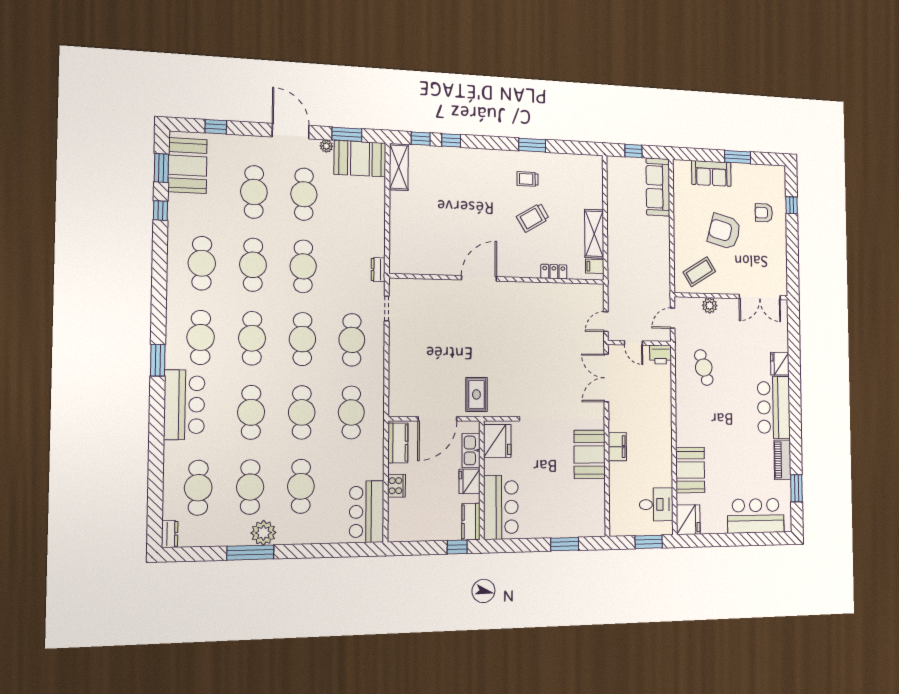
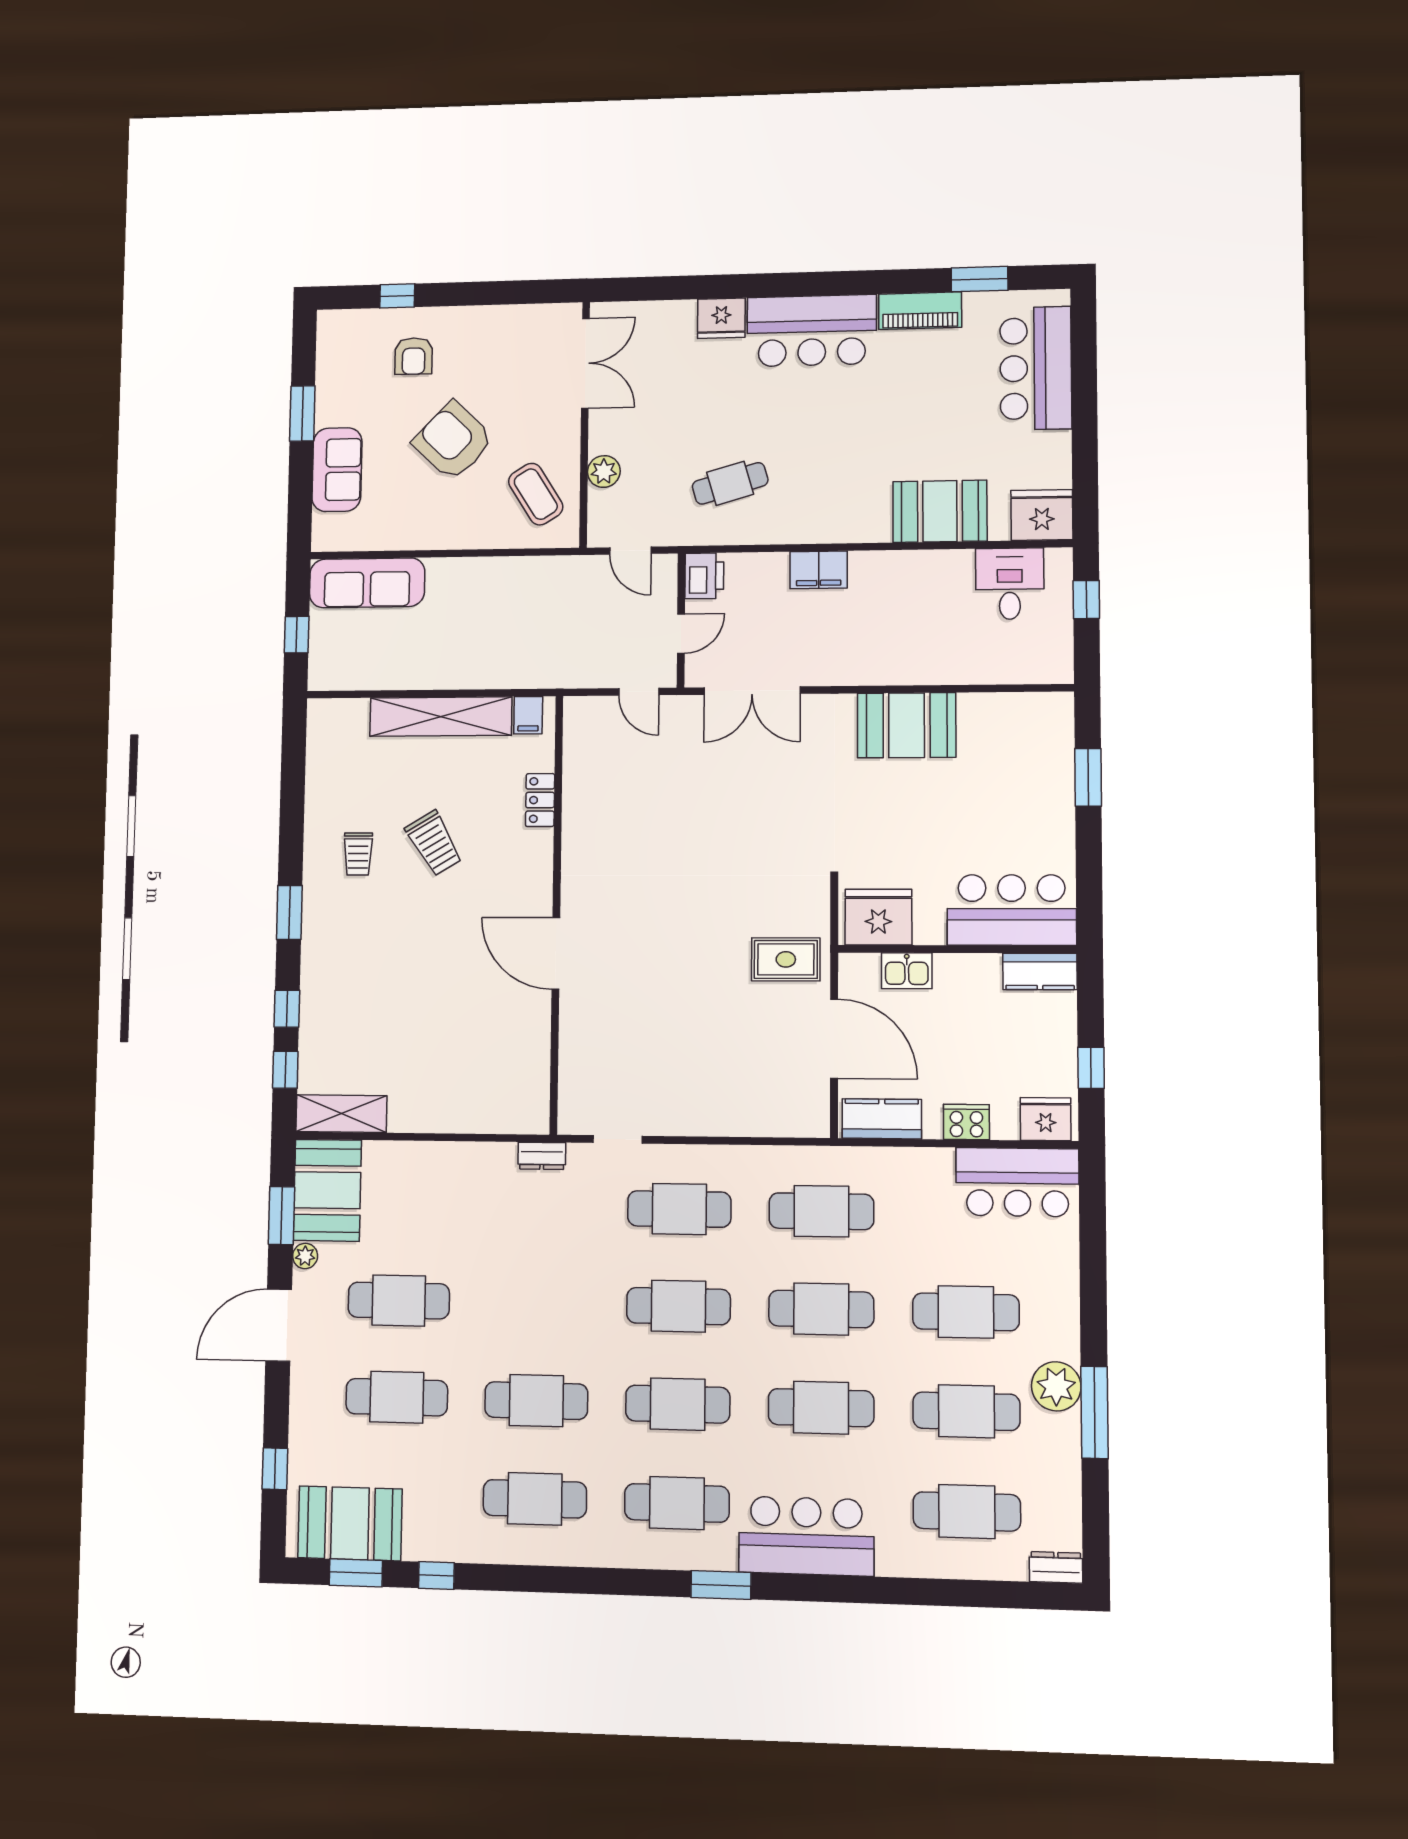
window: (532, 145) -> (289, 912), moved
armchair: (724, 231) -> (453, 441), turned 119
shelving: (594, 234) -> (441, 717), width x1.47
cafe table: (303, 266) -> (538, 1303), removed
filing cabinet: (617, 447) -> (819, 570), moved, turned 180
kitchen sink: (471, 450) -> (907, 971), width x0.73
fridge: (470, 481) -> (1046, 1119), moved, turned 180
window: (649, 542) -> (1086, 600), width x0.67
window: (457, 547) -> (1091, 1068), moved

